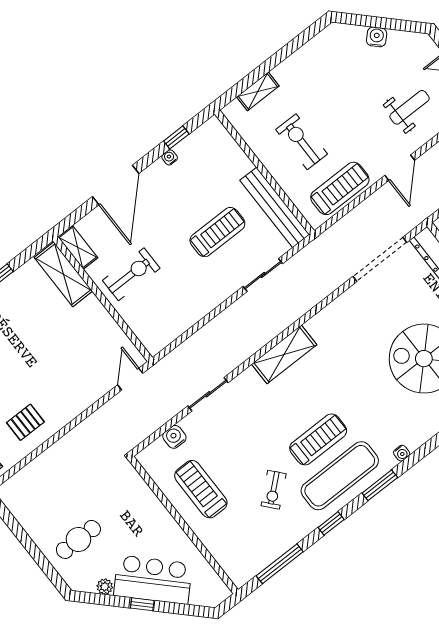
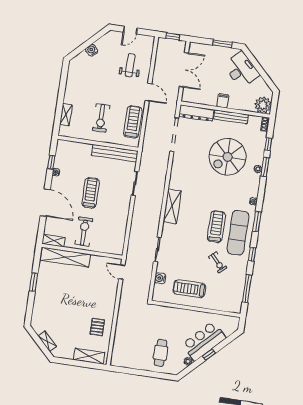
exercise bike: (302, 142) -> (101, 118), turned -90
treadmill: (217, 232) -> (91, 193), moved
shelving: (63, 274) -> (65, 257), width x1.47

